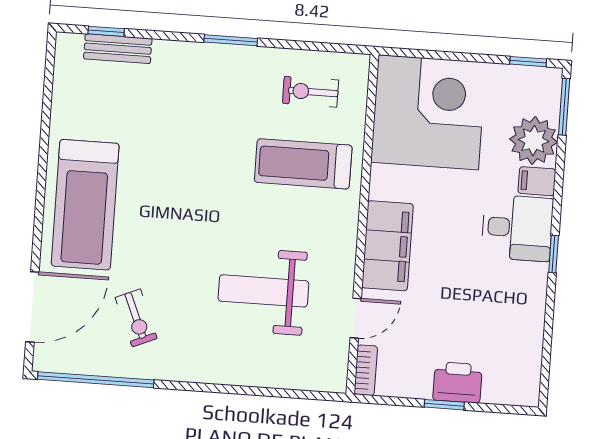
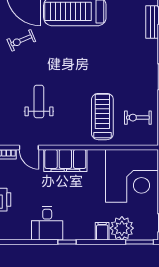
exercise bike: (311, 92) -> (138, 118), turned -90
desk: (517, 228) -> (47, 223), moved
weight bench: (263, 291) -> (39, 102), width x0.73, depth x0.75

